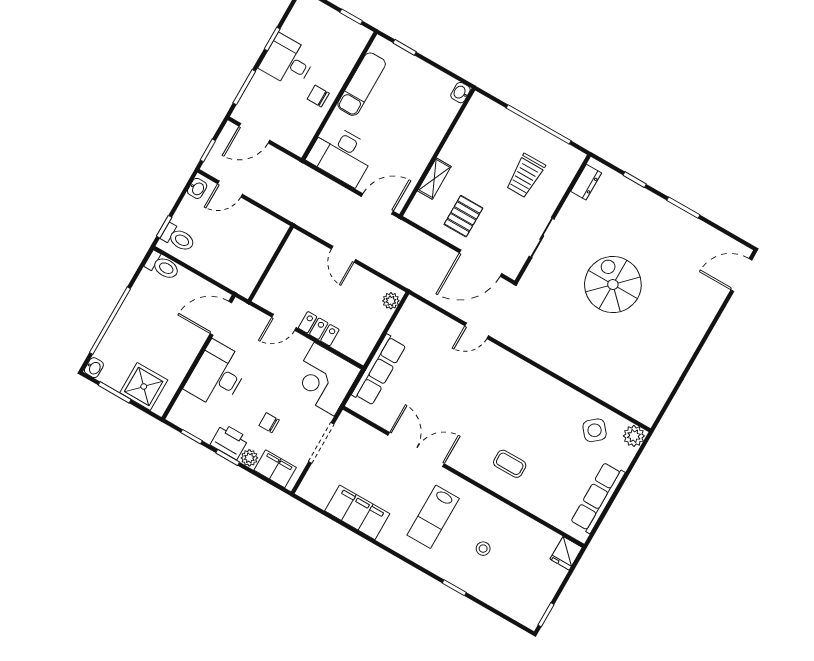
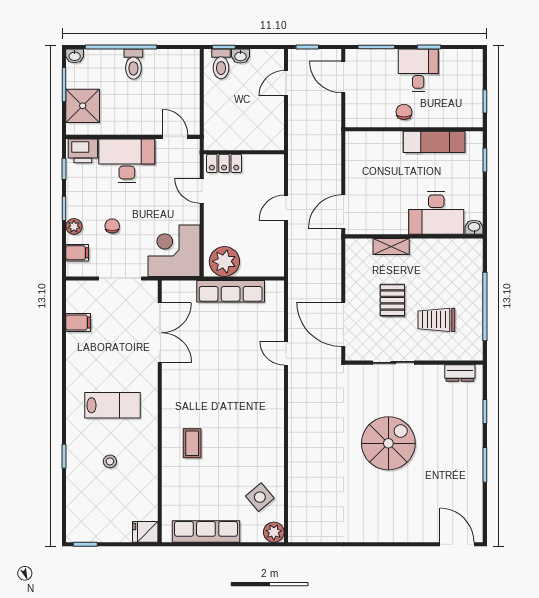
desk: (341, 155) -> (436, 213), moved, turned -90
washbasin: (197, 188) -> (241, 56), moved
door: (230, 189) -> (286, 83), hinge flipped
door: (377, 204) -> (343, 211), swing flipped
pallet: (463, 216) -> (392, 300), moved, turned 90
toilet: (162, 266) -> (133, 64), moved
plant: (391, 301) -> (224, 261), moved, width x1.88, depth x1.88
door: (221, 318) -> (175, 137), width x0.73
locker: (319, 329) -> (224, 163), moved, turned 90
row of seats: (379, 370) -> (231, 291), moved
printer: (229, 442) -> (83, 151), moved, turned 90
double door: (416, 449) -> (160, 333), moved
filing cabinet: (275, 469) -> (77, 253), width x0.50
filing cabinet: (357, 512) -> (78, 322), width x0.33, depth x0.86
lab bench: (433, 517) -> (112, 405), turned 180

